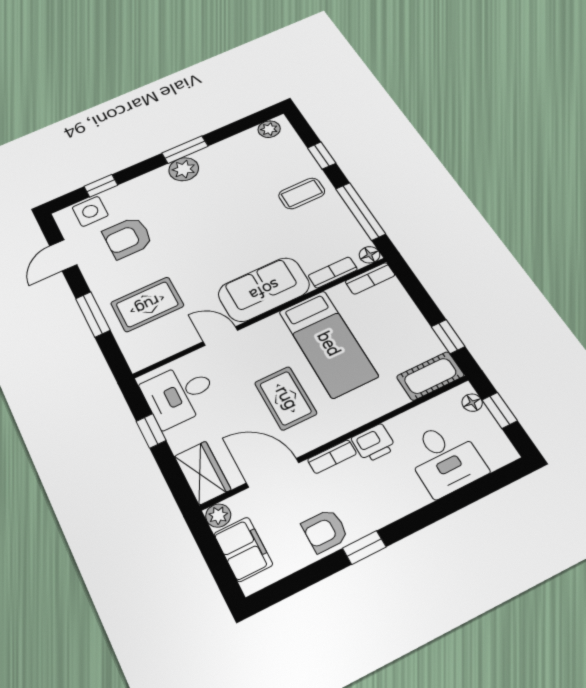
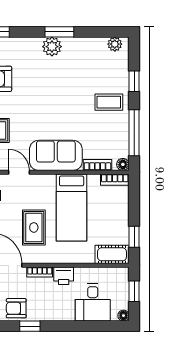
floor lamp: (472, 403) -> (123, 316), moved

